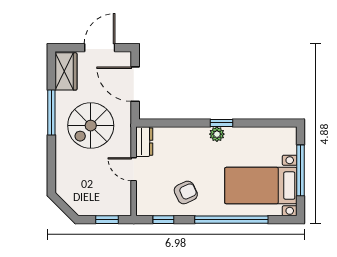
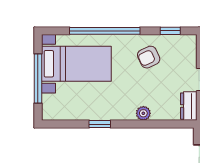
window: (222, 123) -> (100, 124), moved
plant: (217, 134) -> (143, 113), moved

